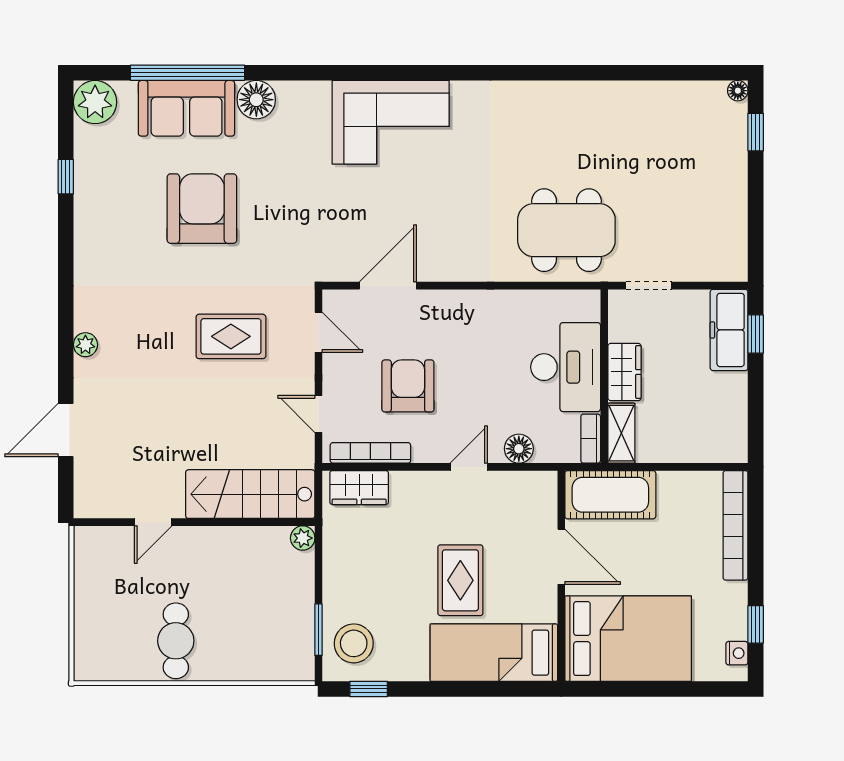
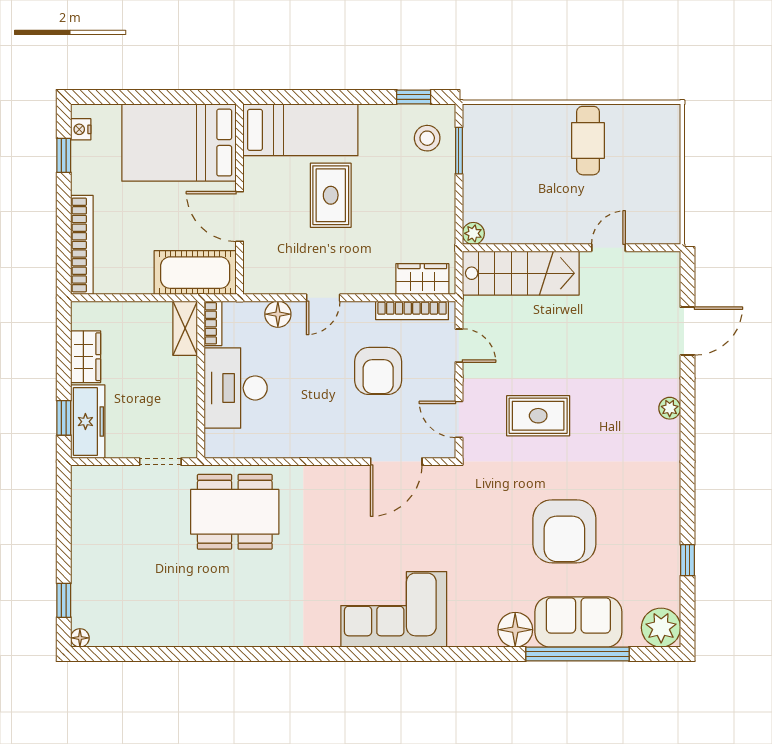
wardrobe: (624, 372) -> (86, 357), moved, turned 180
stool: (354, 643) -> (427, 138), width x0.73, depth x0.73

